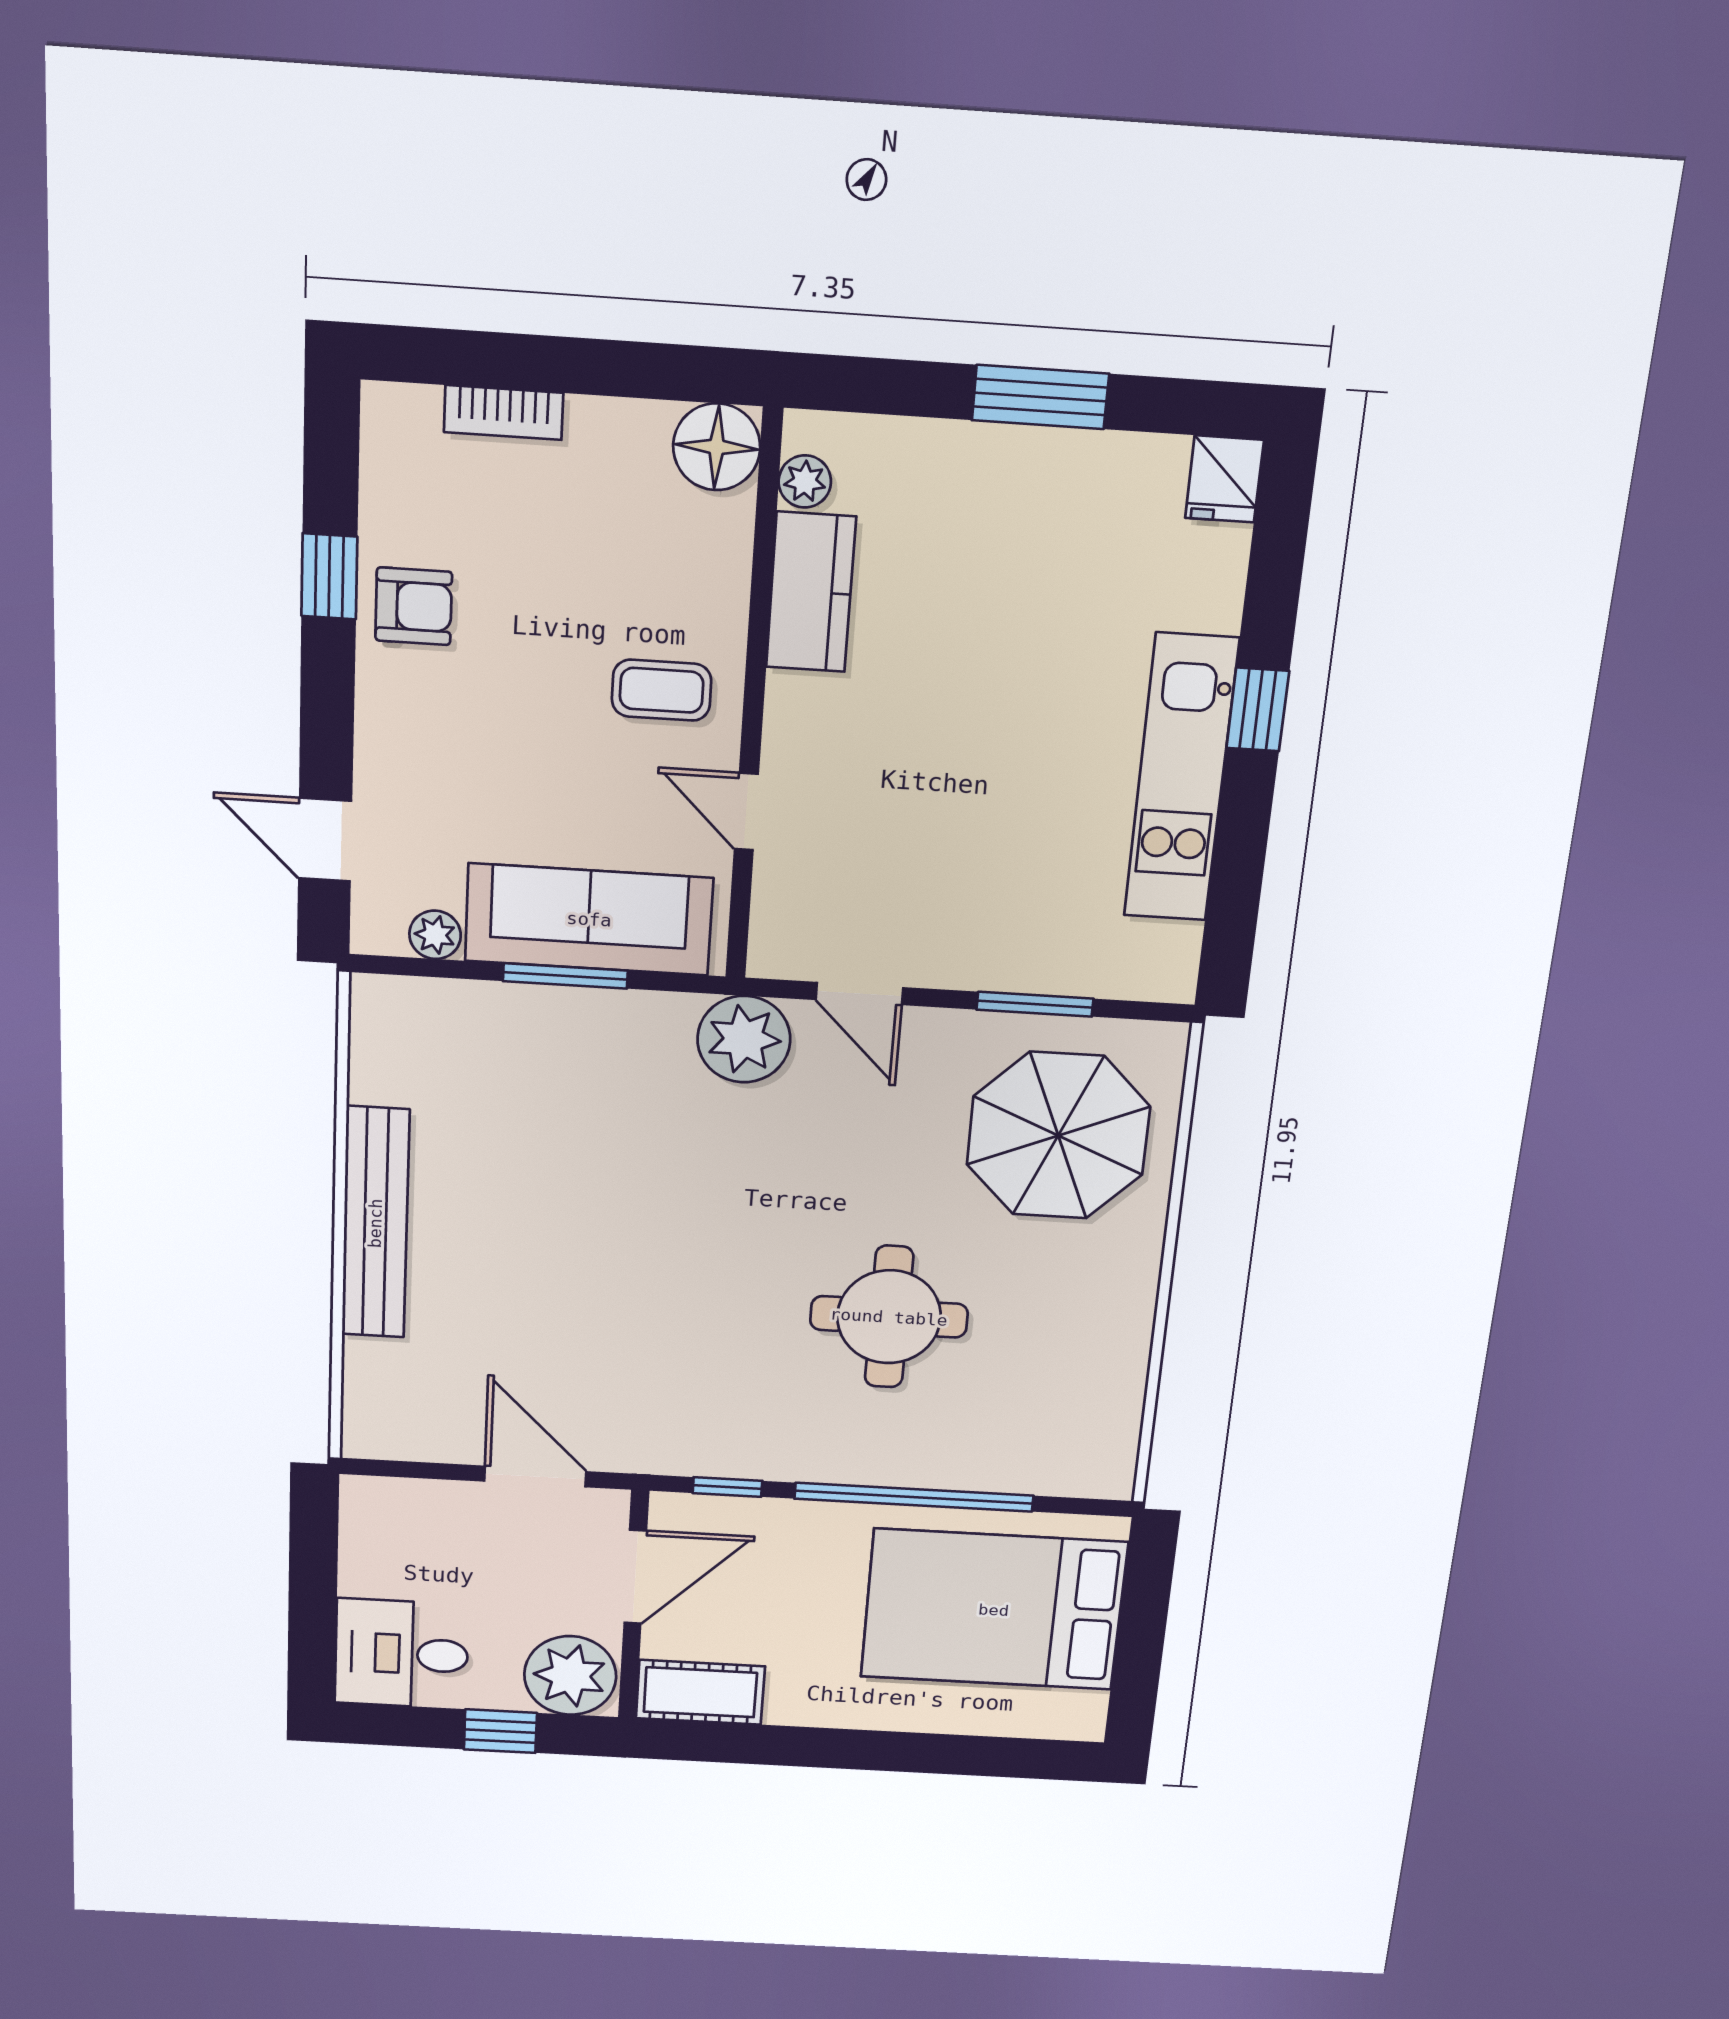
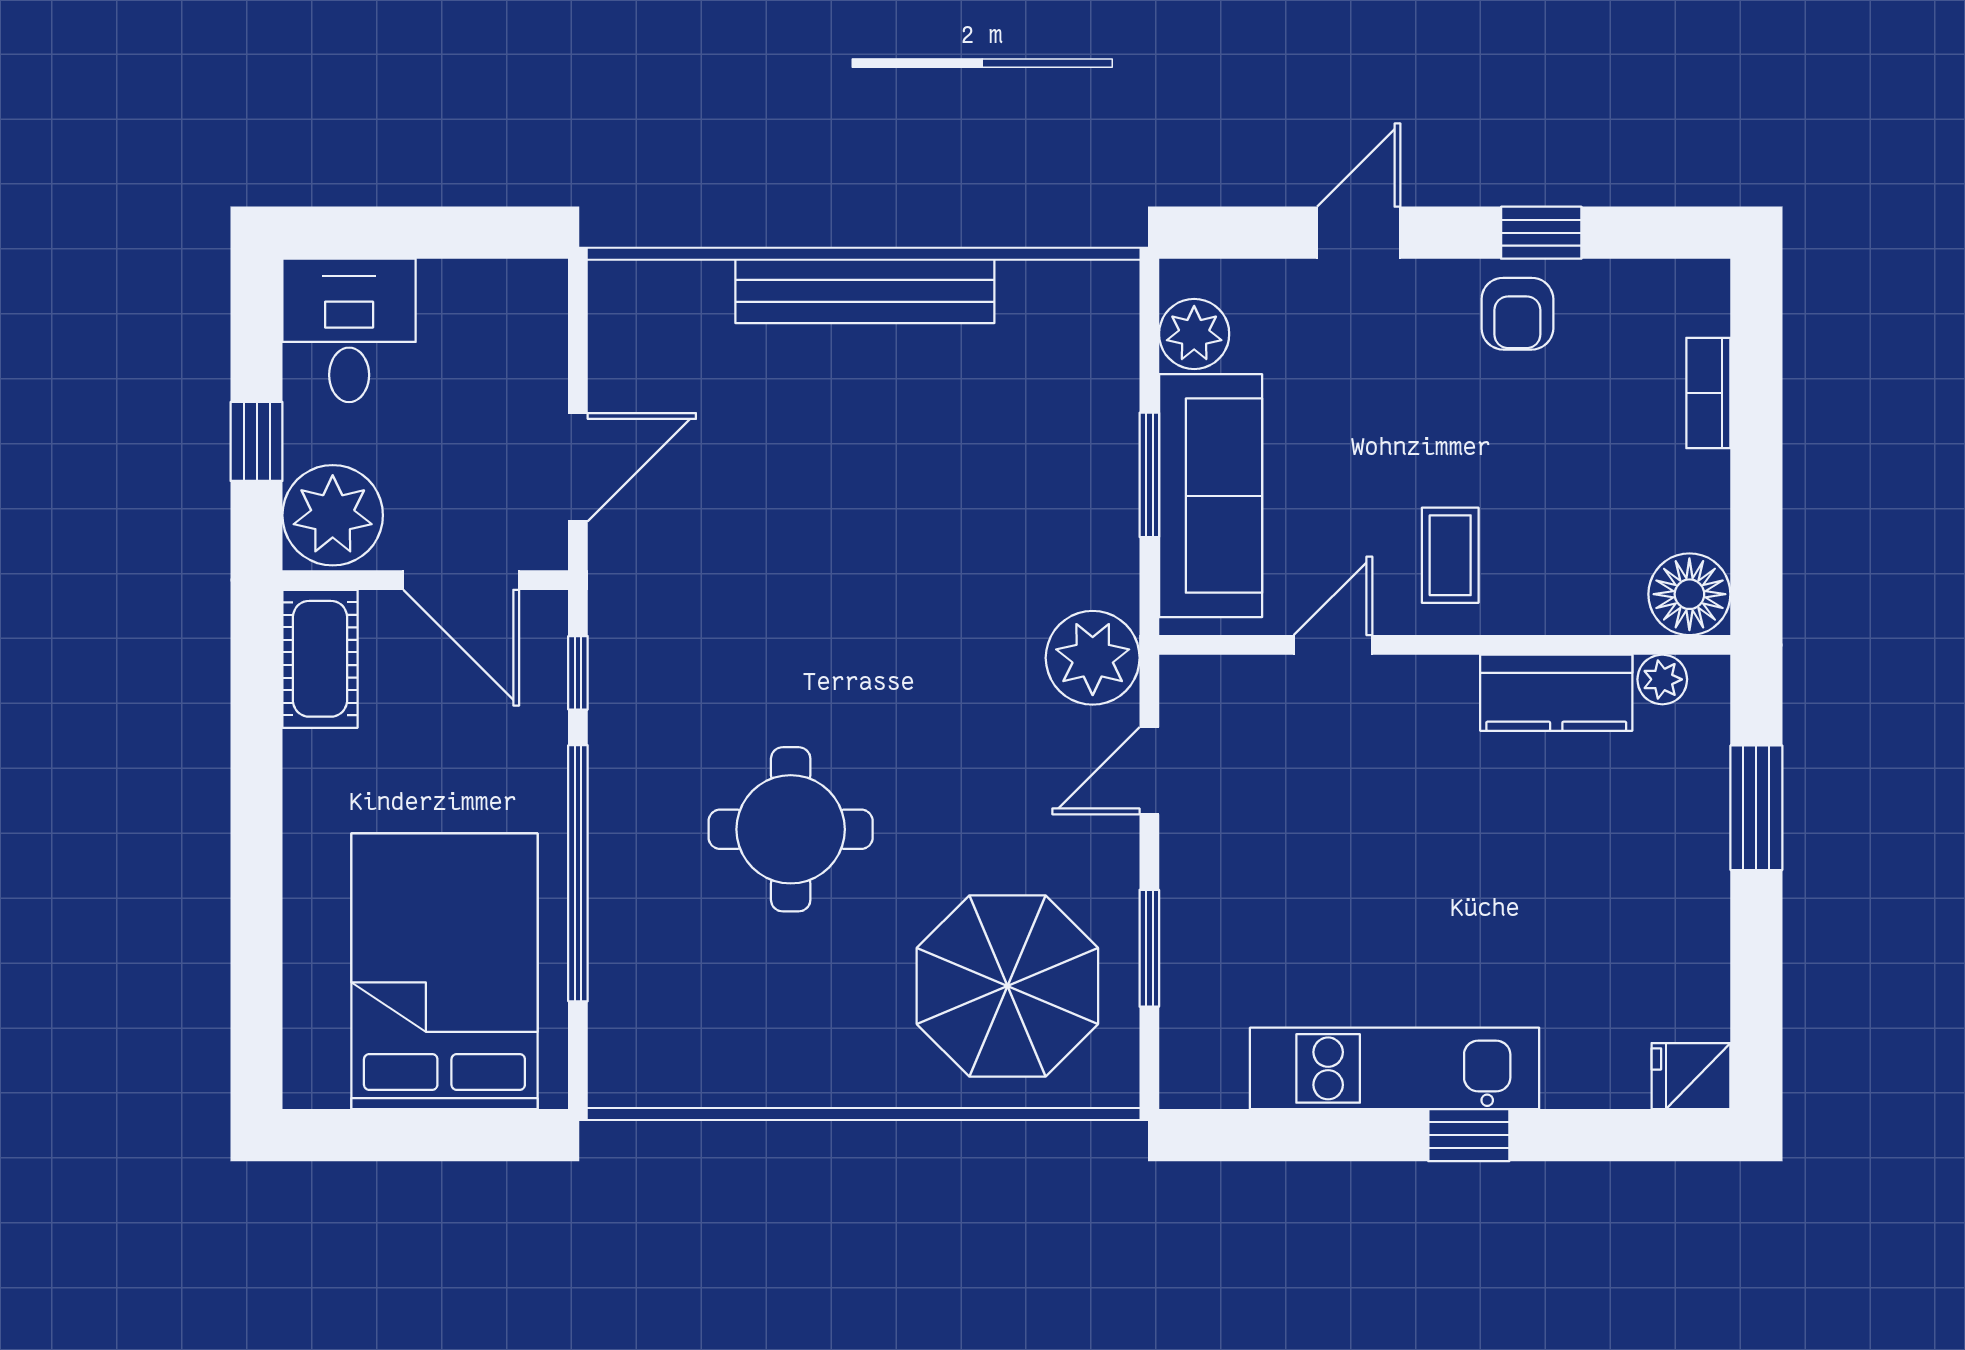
window: (1040, 397) -> (1756, 808), moved
door: (325, 840) -> (1359, 233), moved
plant: (435, 935) -> (1194, 334), width x1.38, depth x1.38

